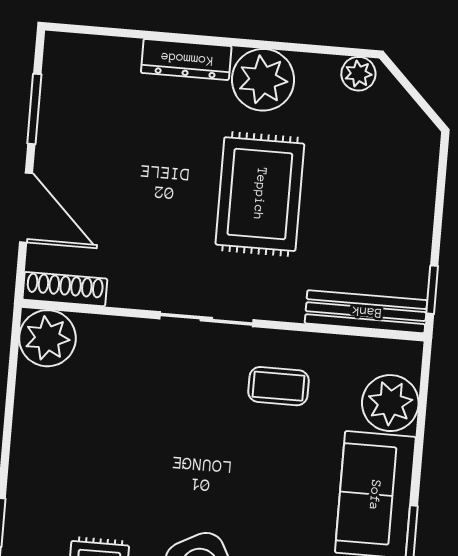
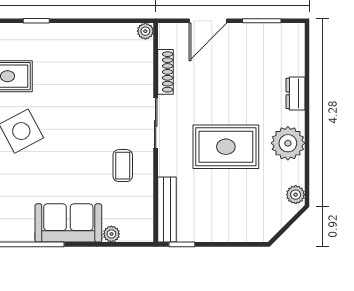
dresser: (186, 59) -> (295, 93), width x0.70
shoe rack: (65, 289) -> (166, 72), moved
plant: (47, 338) -> (145, 31), width x0.53, depth x0.53
plant: (390, 403) -> (111, 234), width x0.53, depth x0.53

